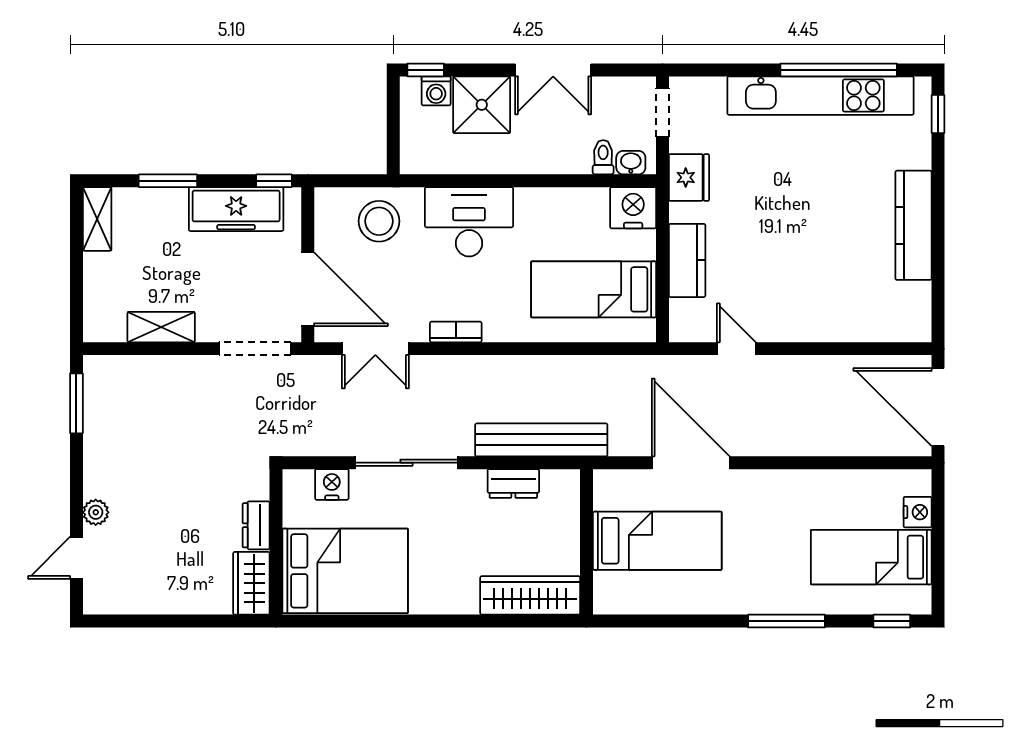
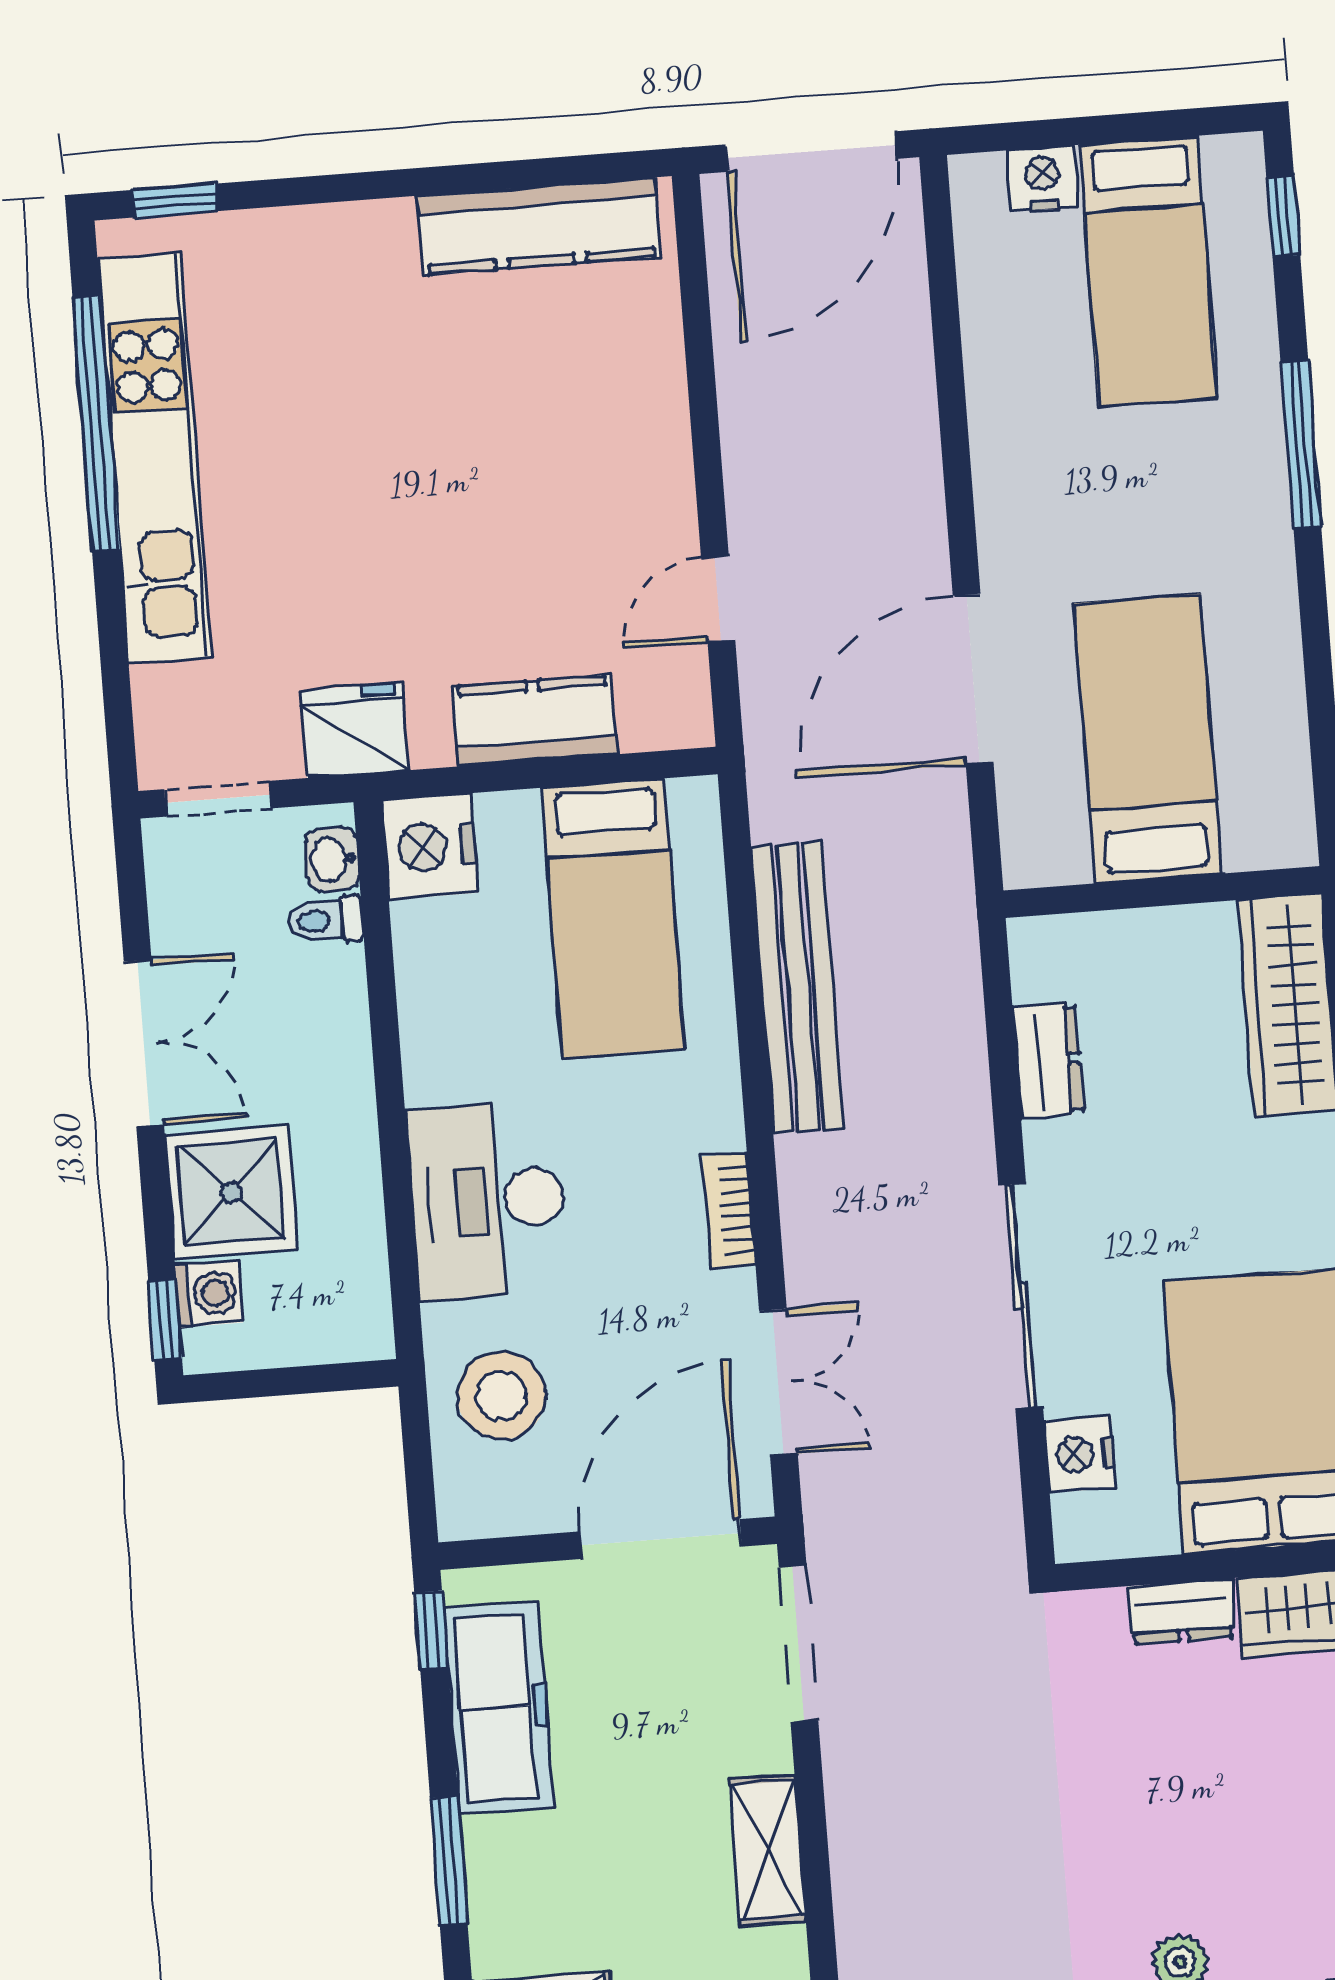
kitchen counter: (913, 225) -> (539, 226), moved
bench: (541, 440) -> (798, 988), moved

